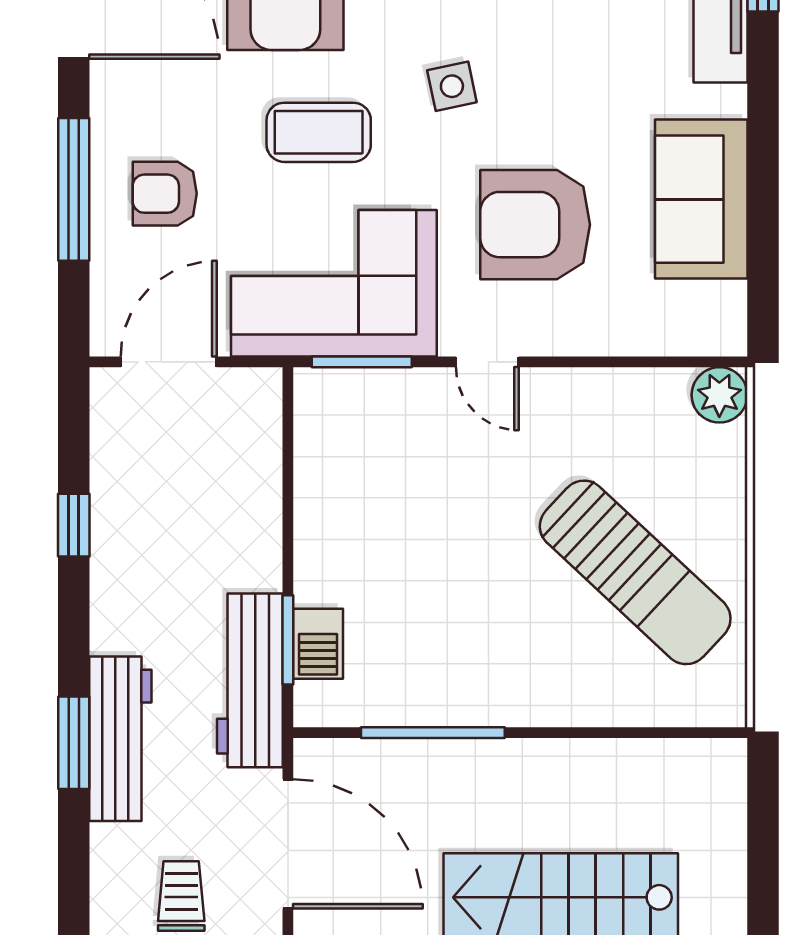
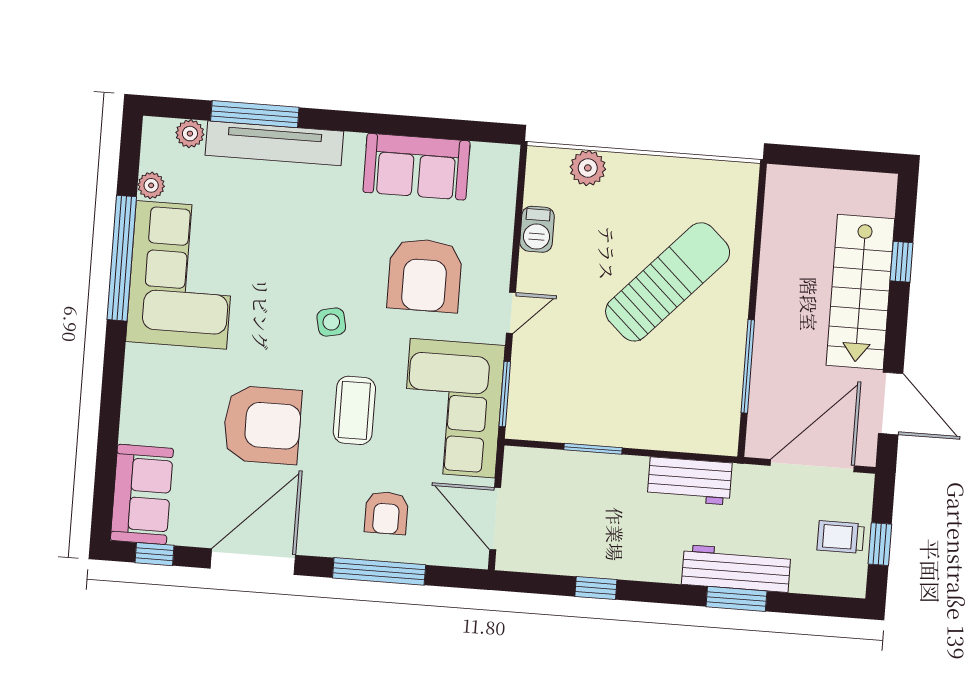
plant: (719, 395) -> (588, 168), moved
sun lounger: (635, 572) -> (668, 282), moved
window: (288, 640) -> (593, 449), moved
barbecue: (318, 644) -> (537, 229), moved, turned 90
workbench: (250, 680) -> (690, 481), width x0.73

